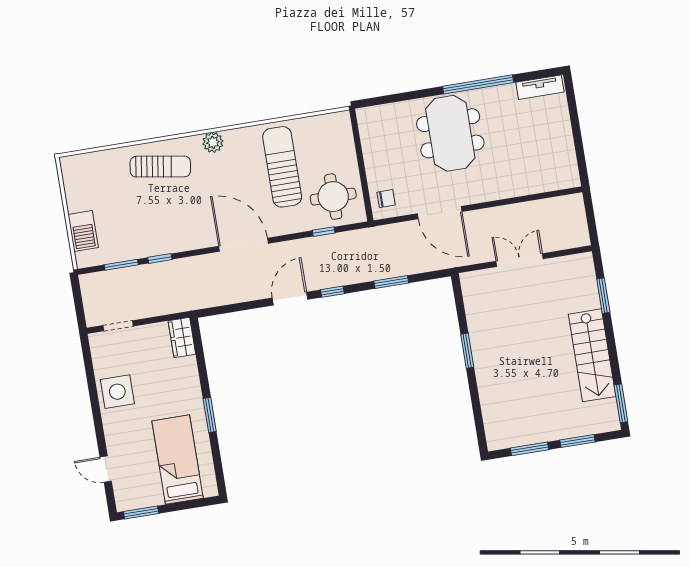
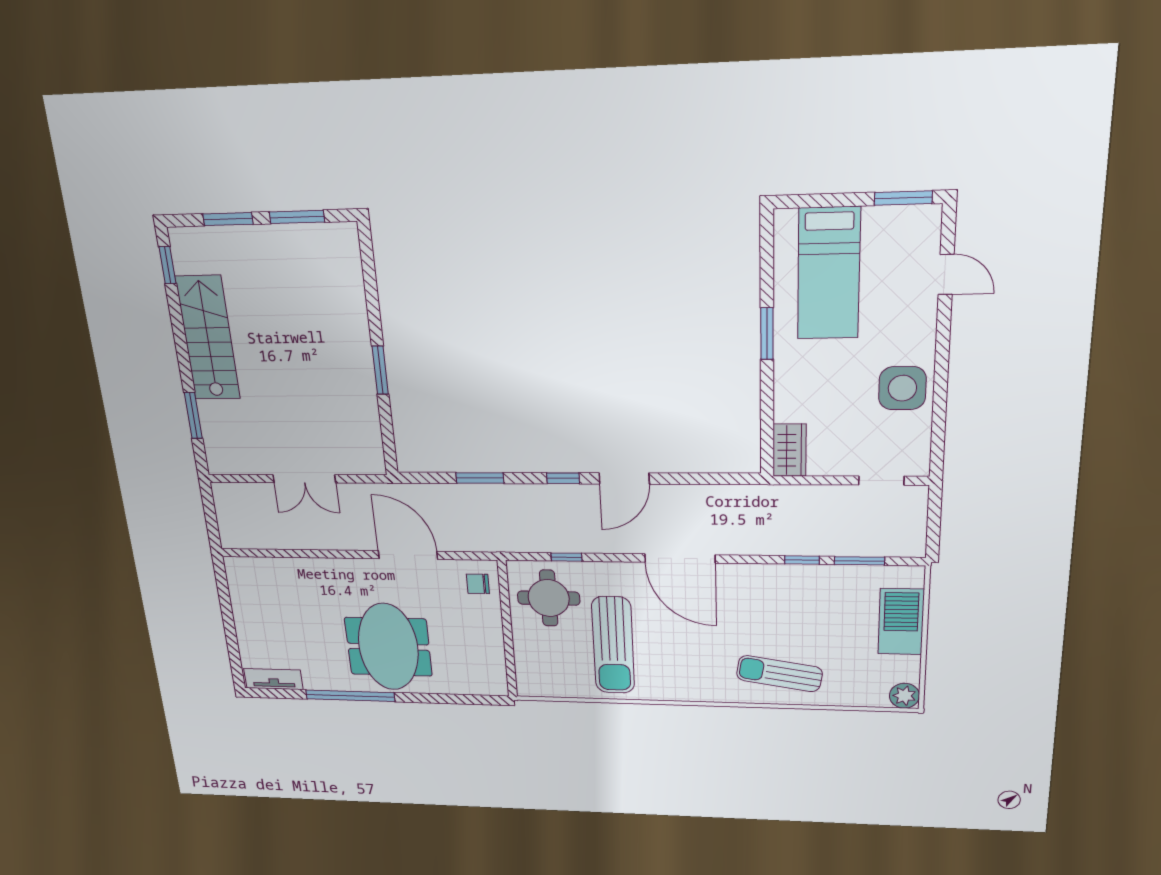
plant: (213, 142) -> (904, 696), moved
barbecue: (83, 231) -> (901, 622), width x1.37, depth x1.21
window: (621, 403) -> (167, 265), width x0.67

